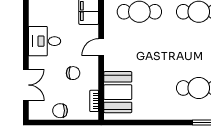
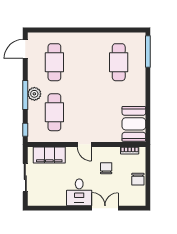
double door: (26, 85) -> (105, 208), moved
booth: (118, 92) -> (134, 124), moved, turned 90

